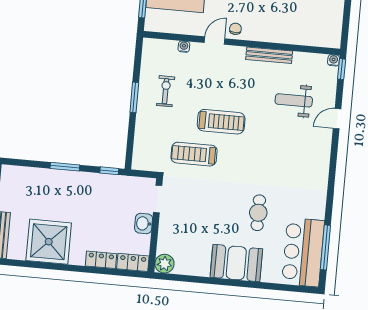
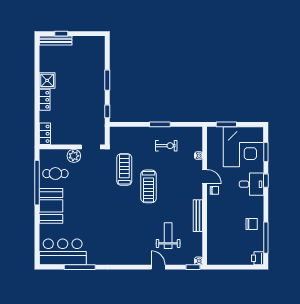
cafe table: (258, 213) -> (55, 174), moved
washbasin: (144, 223) -> (73, 139), removed
shower: (49, 242) -> (47, 80), width x0.54, depth x0.54
window: (325, 247) -> (80, 267), moved
locker: (101, 260) -> (45, 100), moved
plant: (165, 264) -> (74, 156), moved
window: (201, 280) -> (37, 183), added

